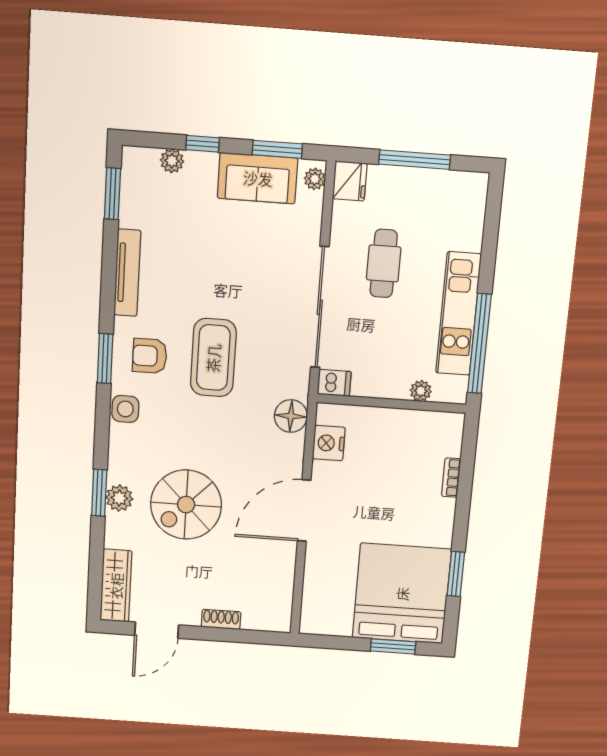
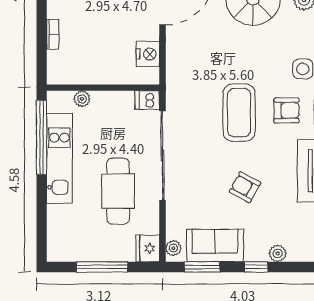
armchair: (211, 256) -> (245, 187), added
cafe table: (384, 263) -> (118, 191), width x1.37, depth x1.35
floor lamp: (291, 416) -> (178, 73), removed

